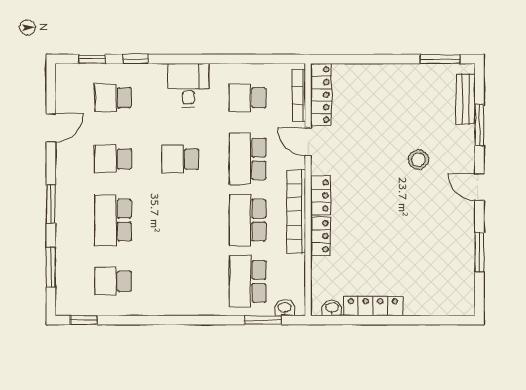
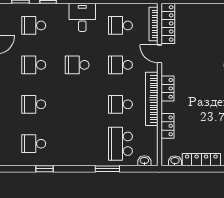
school desk: (248, 159) -> (121, 65), width x0.54
school desk: (113, 220) -> (34, 104), width x0.54
school desk: (248, 220) -> (121, 104), width x0.54
locker: (320, 236) -> (167, 126), moved
window: (84, 320) -> (44, 169), moved
window: (263, 320) -> (107, 169), moved

